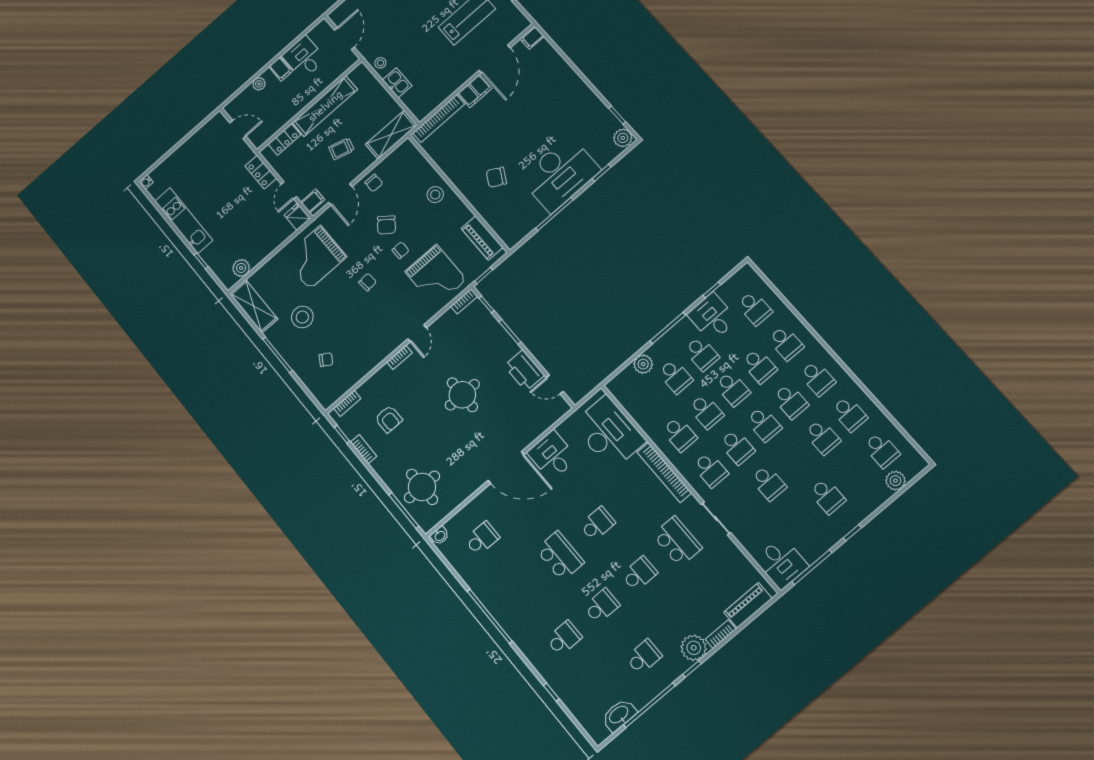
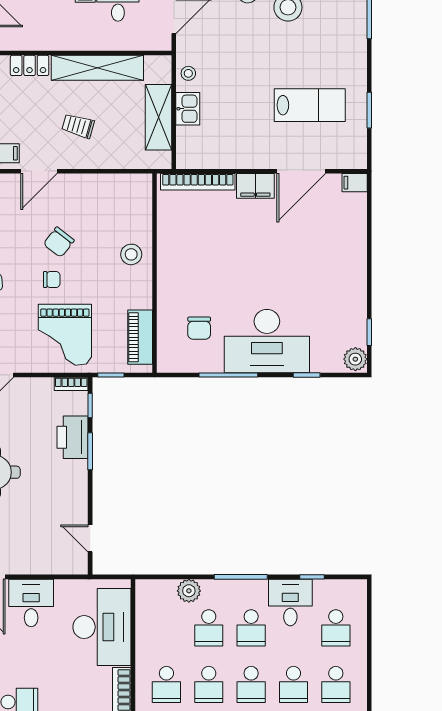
shelving: (391, 135) -> (159, 117), moved, turned 90
chair: (496, 177) -> (199, 328), moved, turned -119
chair: (374, 183) -> (81, 189), removed
printer: (524, 370) -> (73, 437), moved

